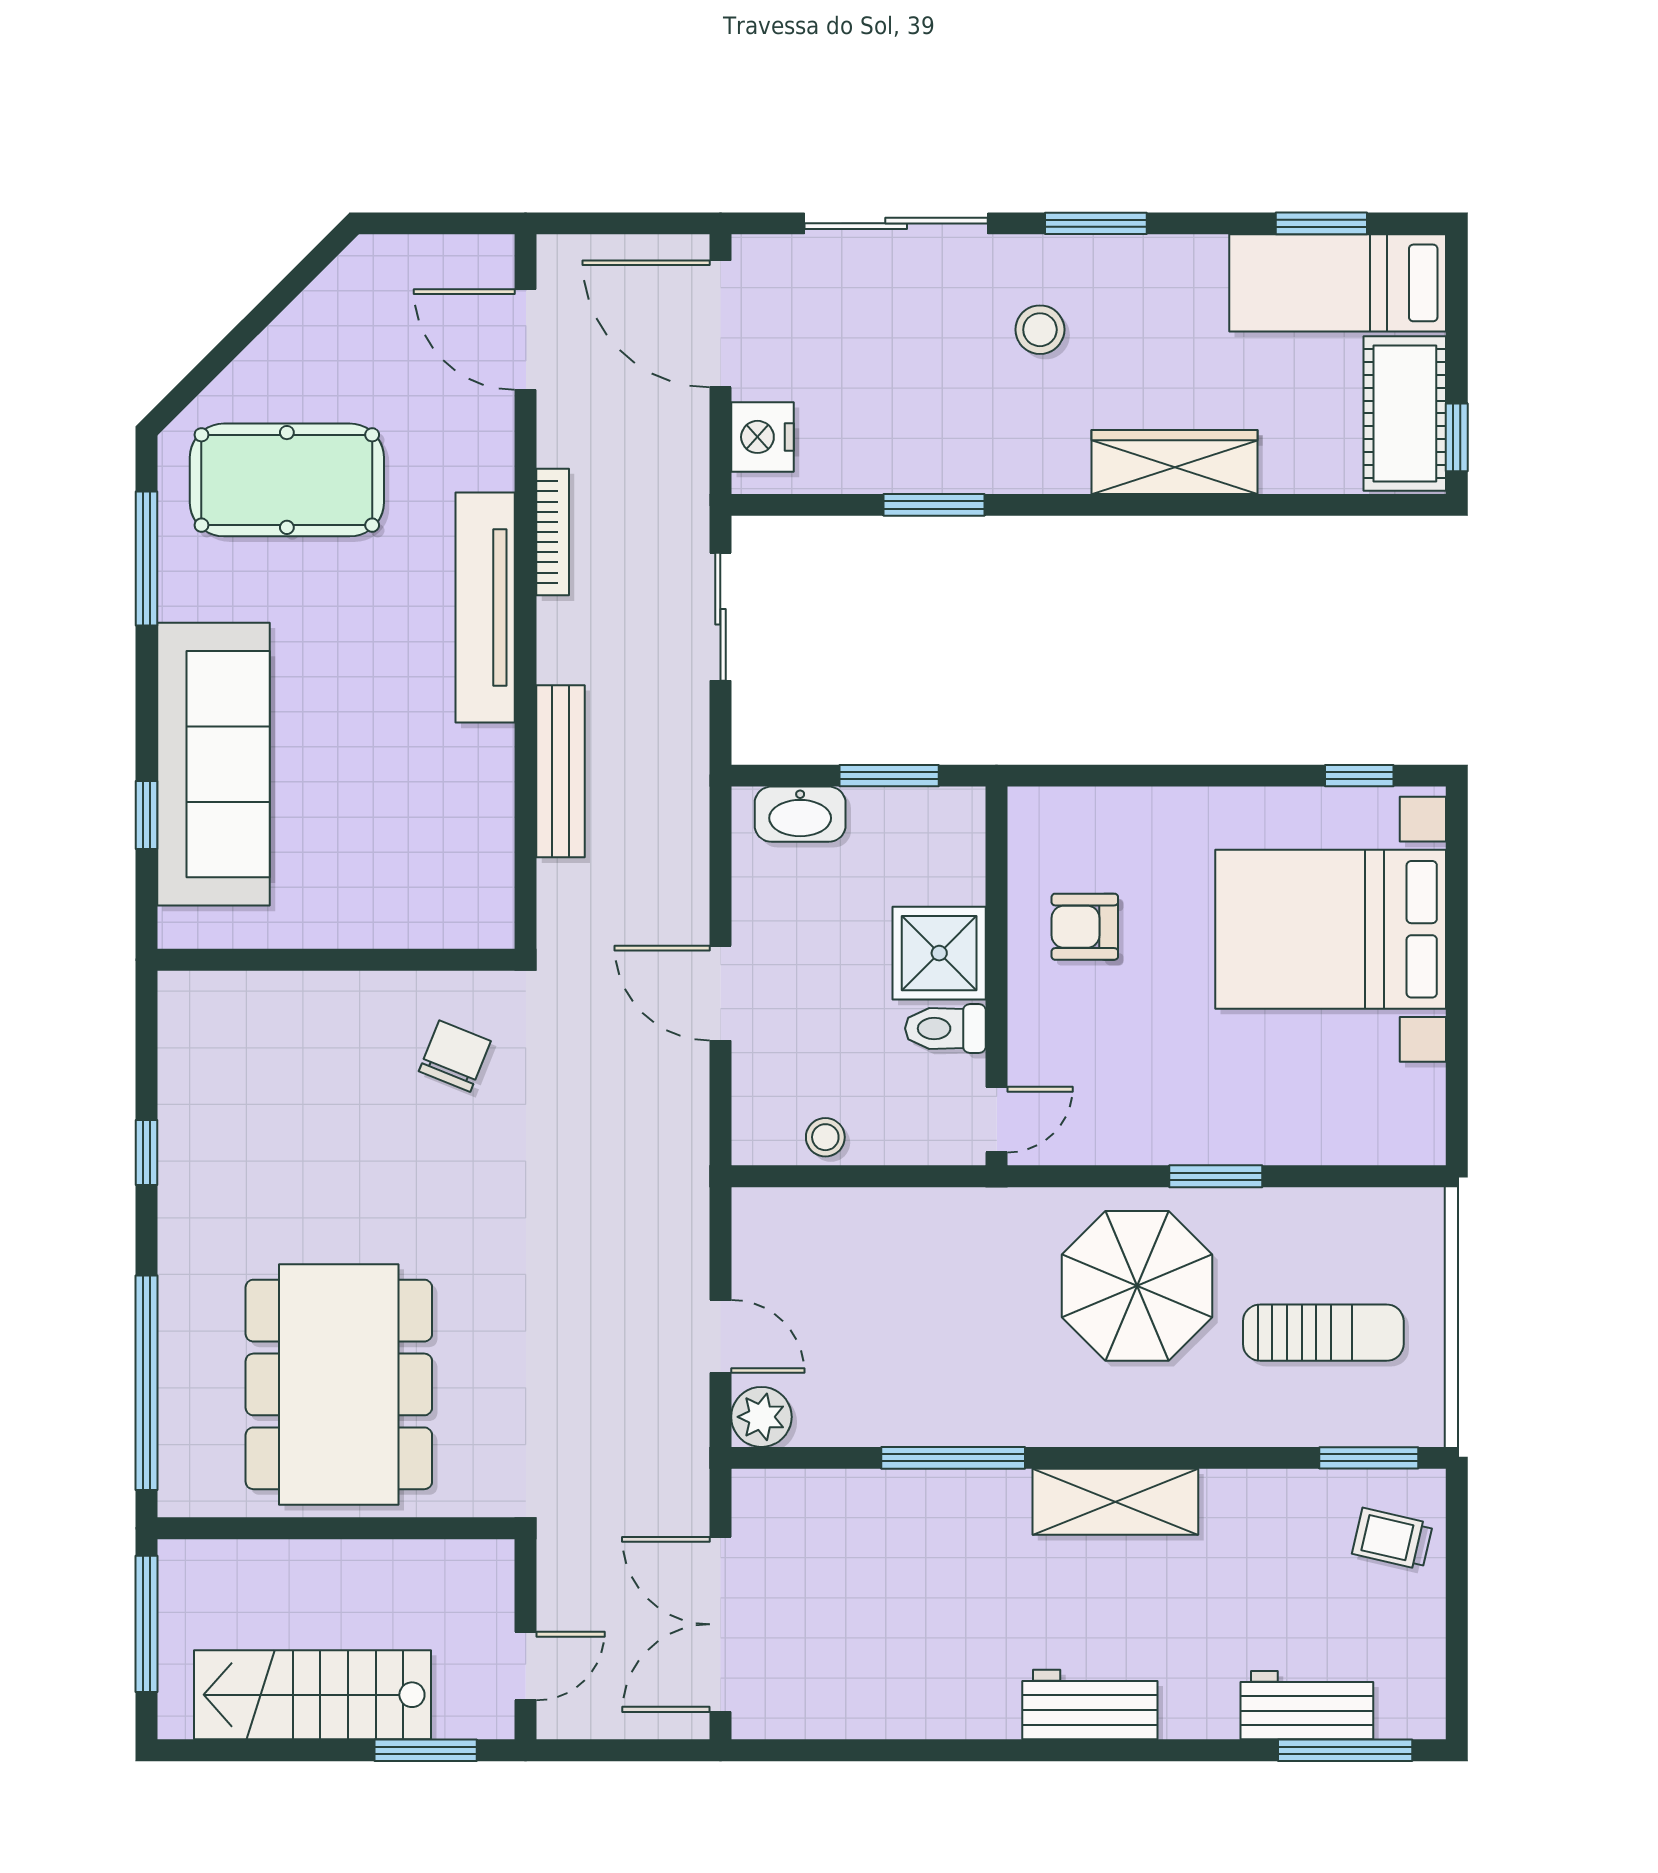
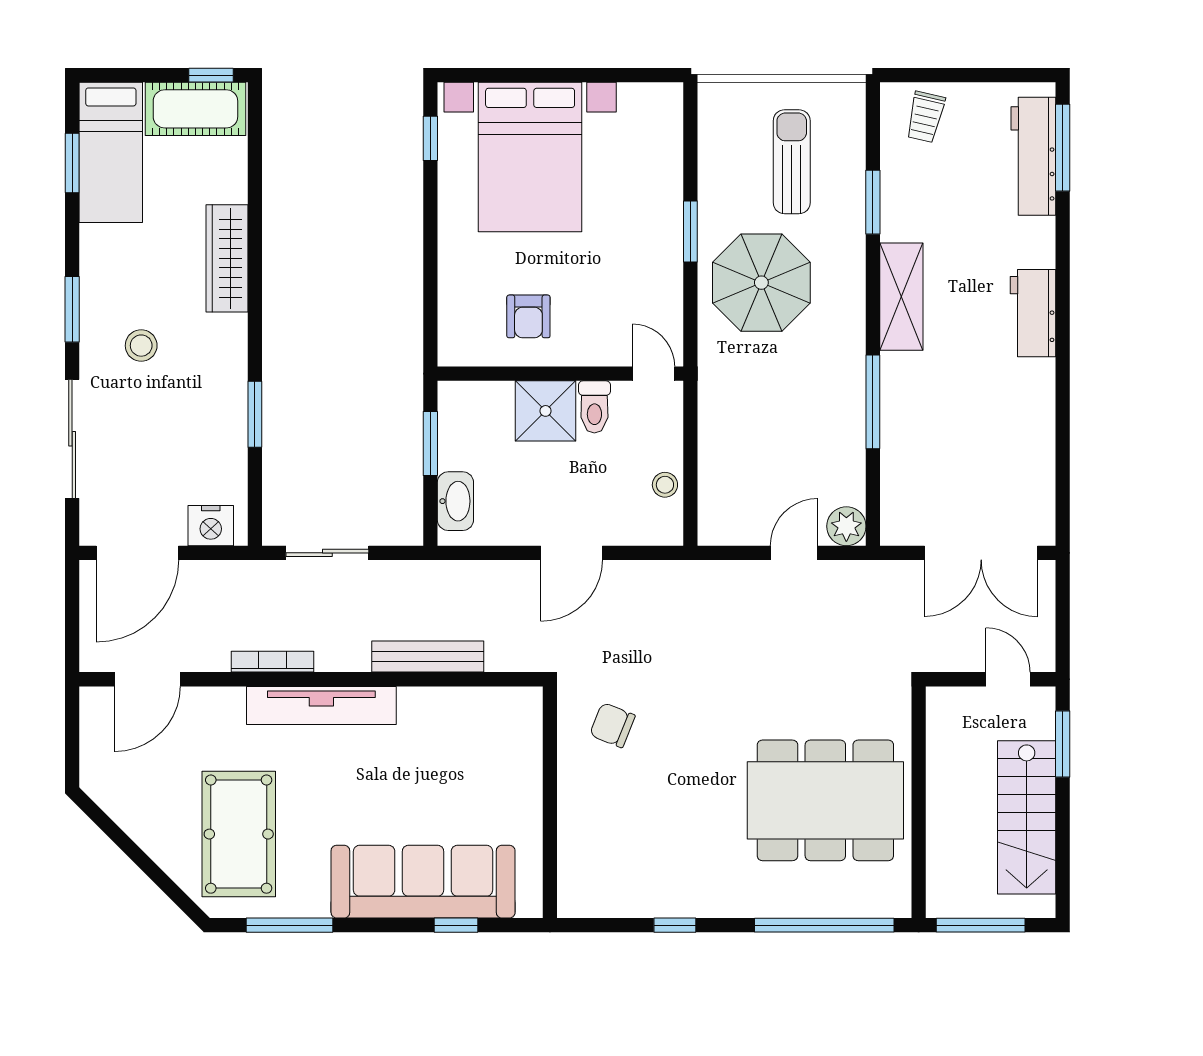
window: (1369, 1458) -> (873, 202), moved
workbench: (1307, 1705) -> (1033, 156), width x1.38

